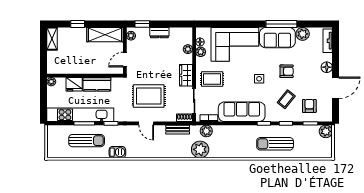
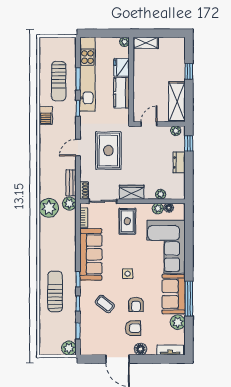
shelving: (52, 39) -> (146, 43), moved
door: (125, 60) -> (149, 124), hinge flipped
armchair: (309, 106) -> (133, 328), moved
plant: (206, 131) -> (69, 204), moved

